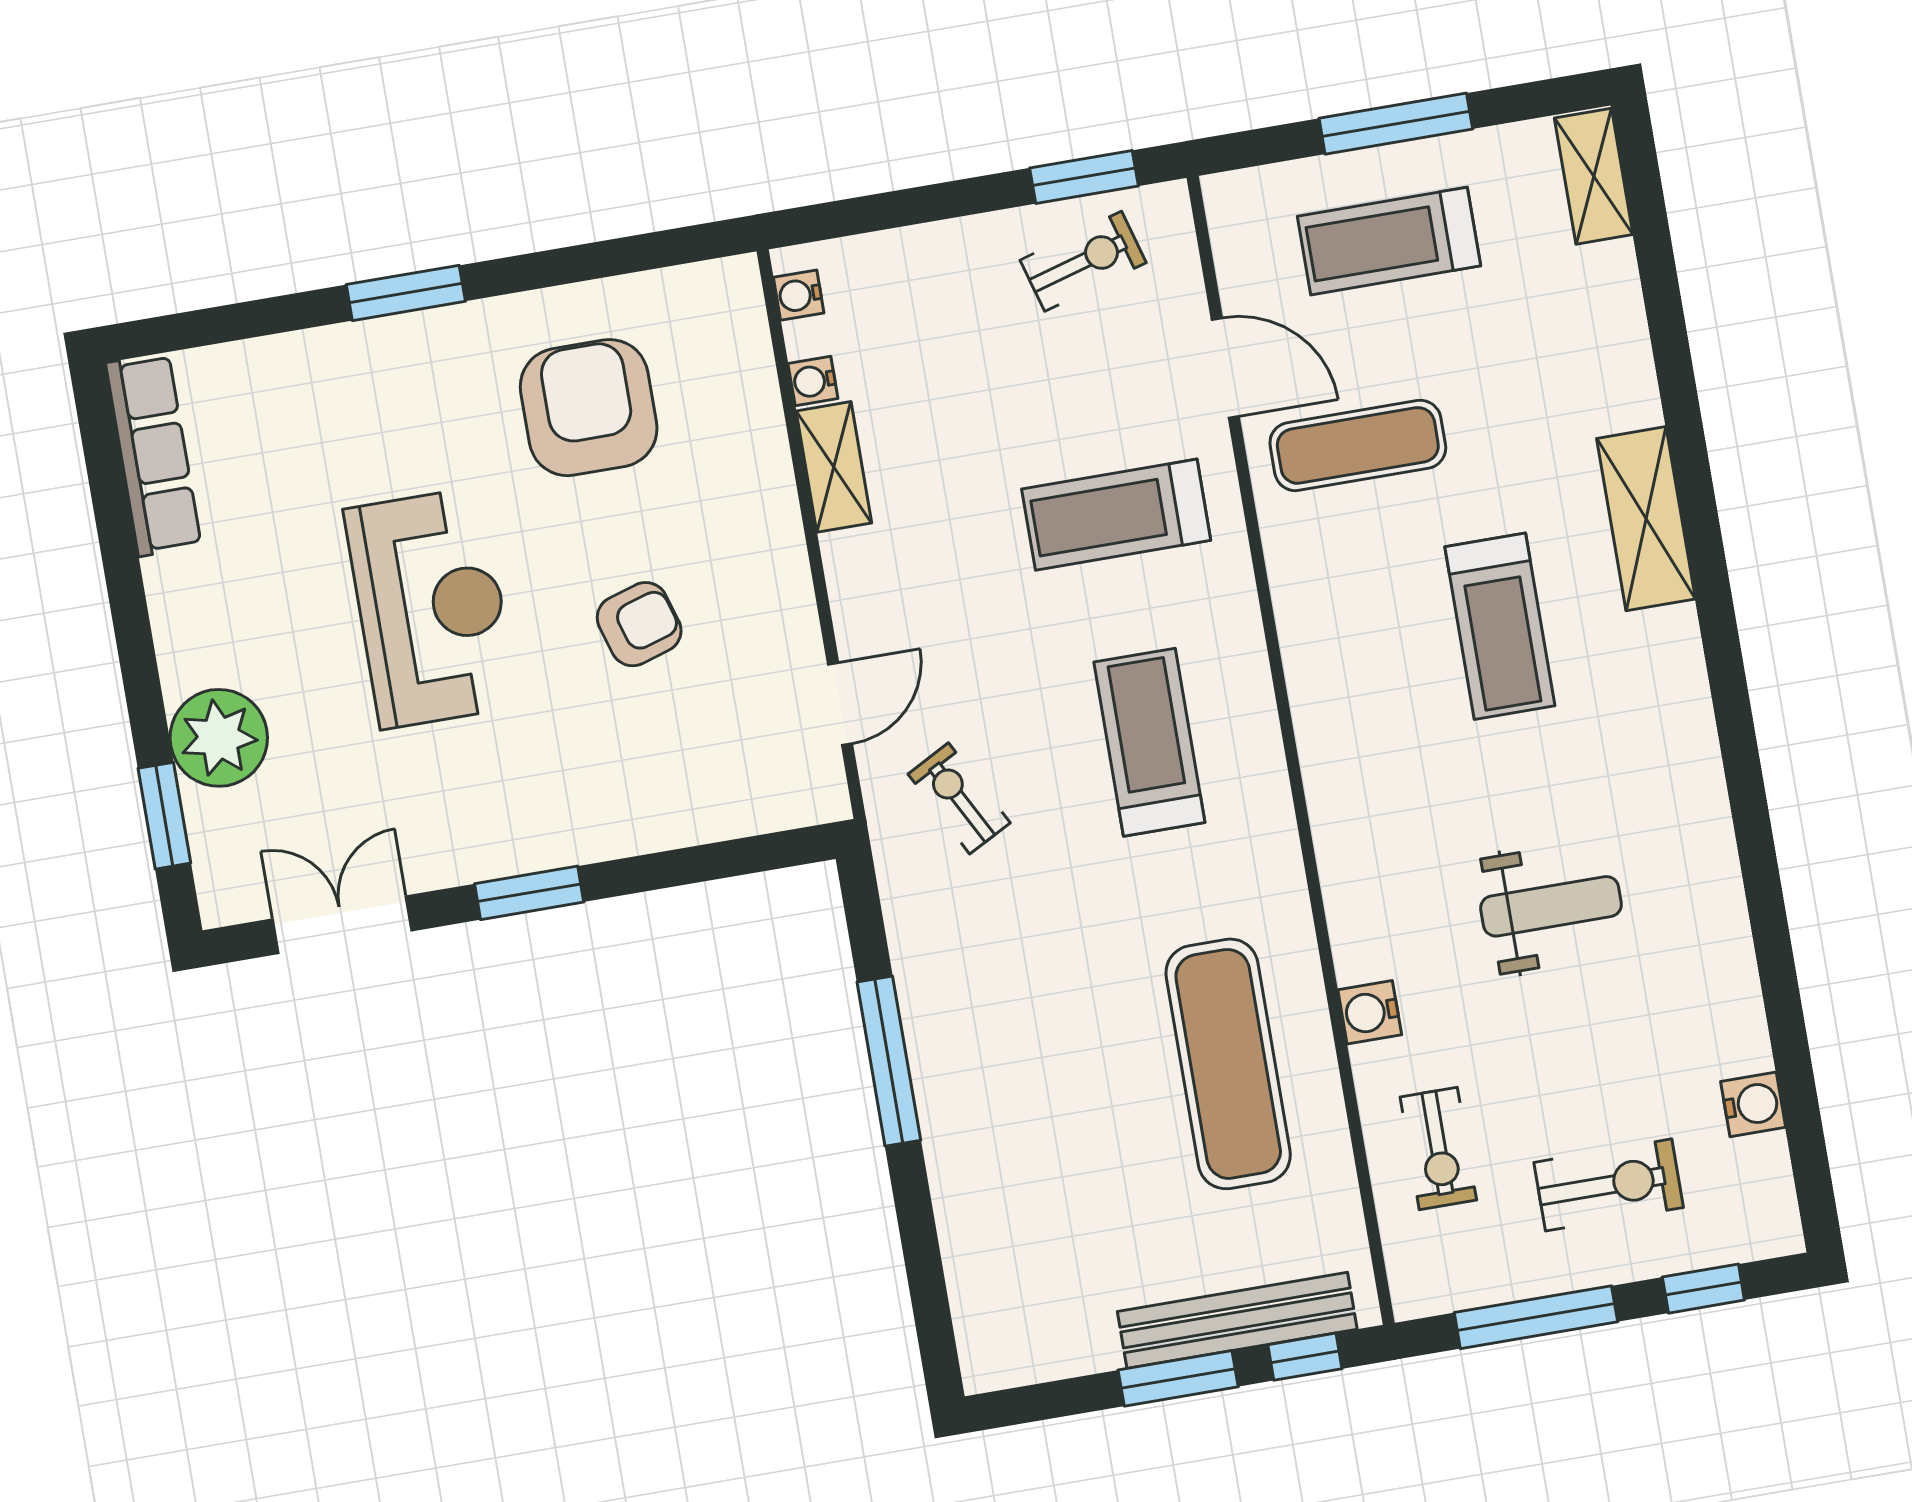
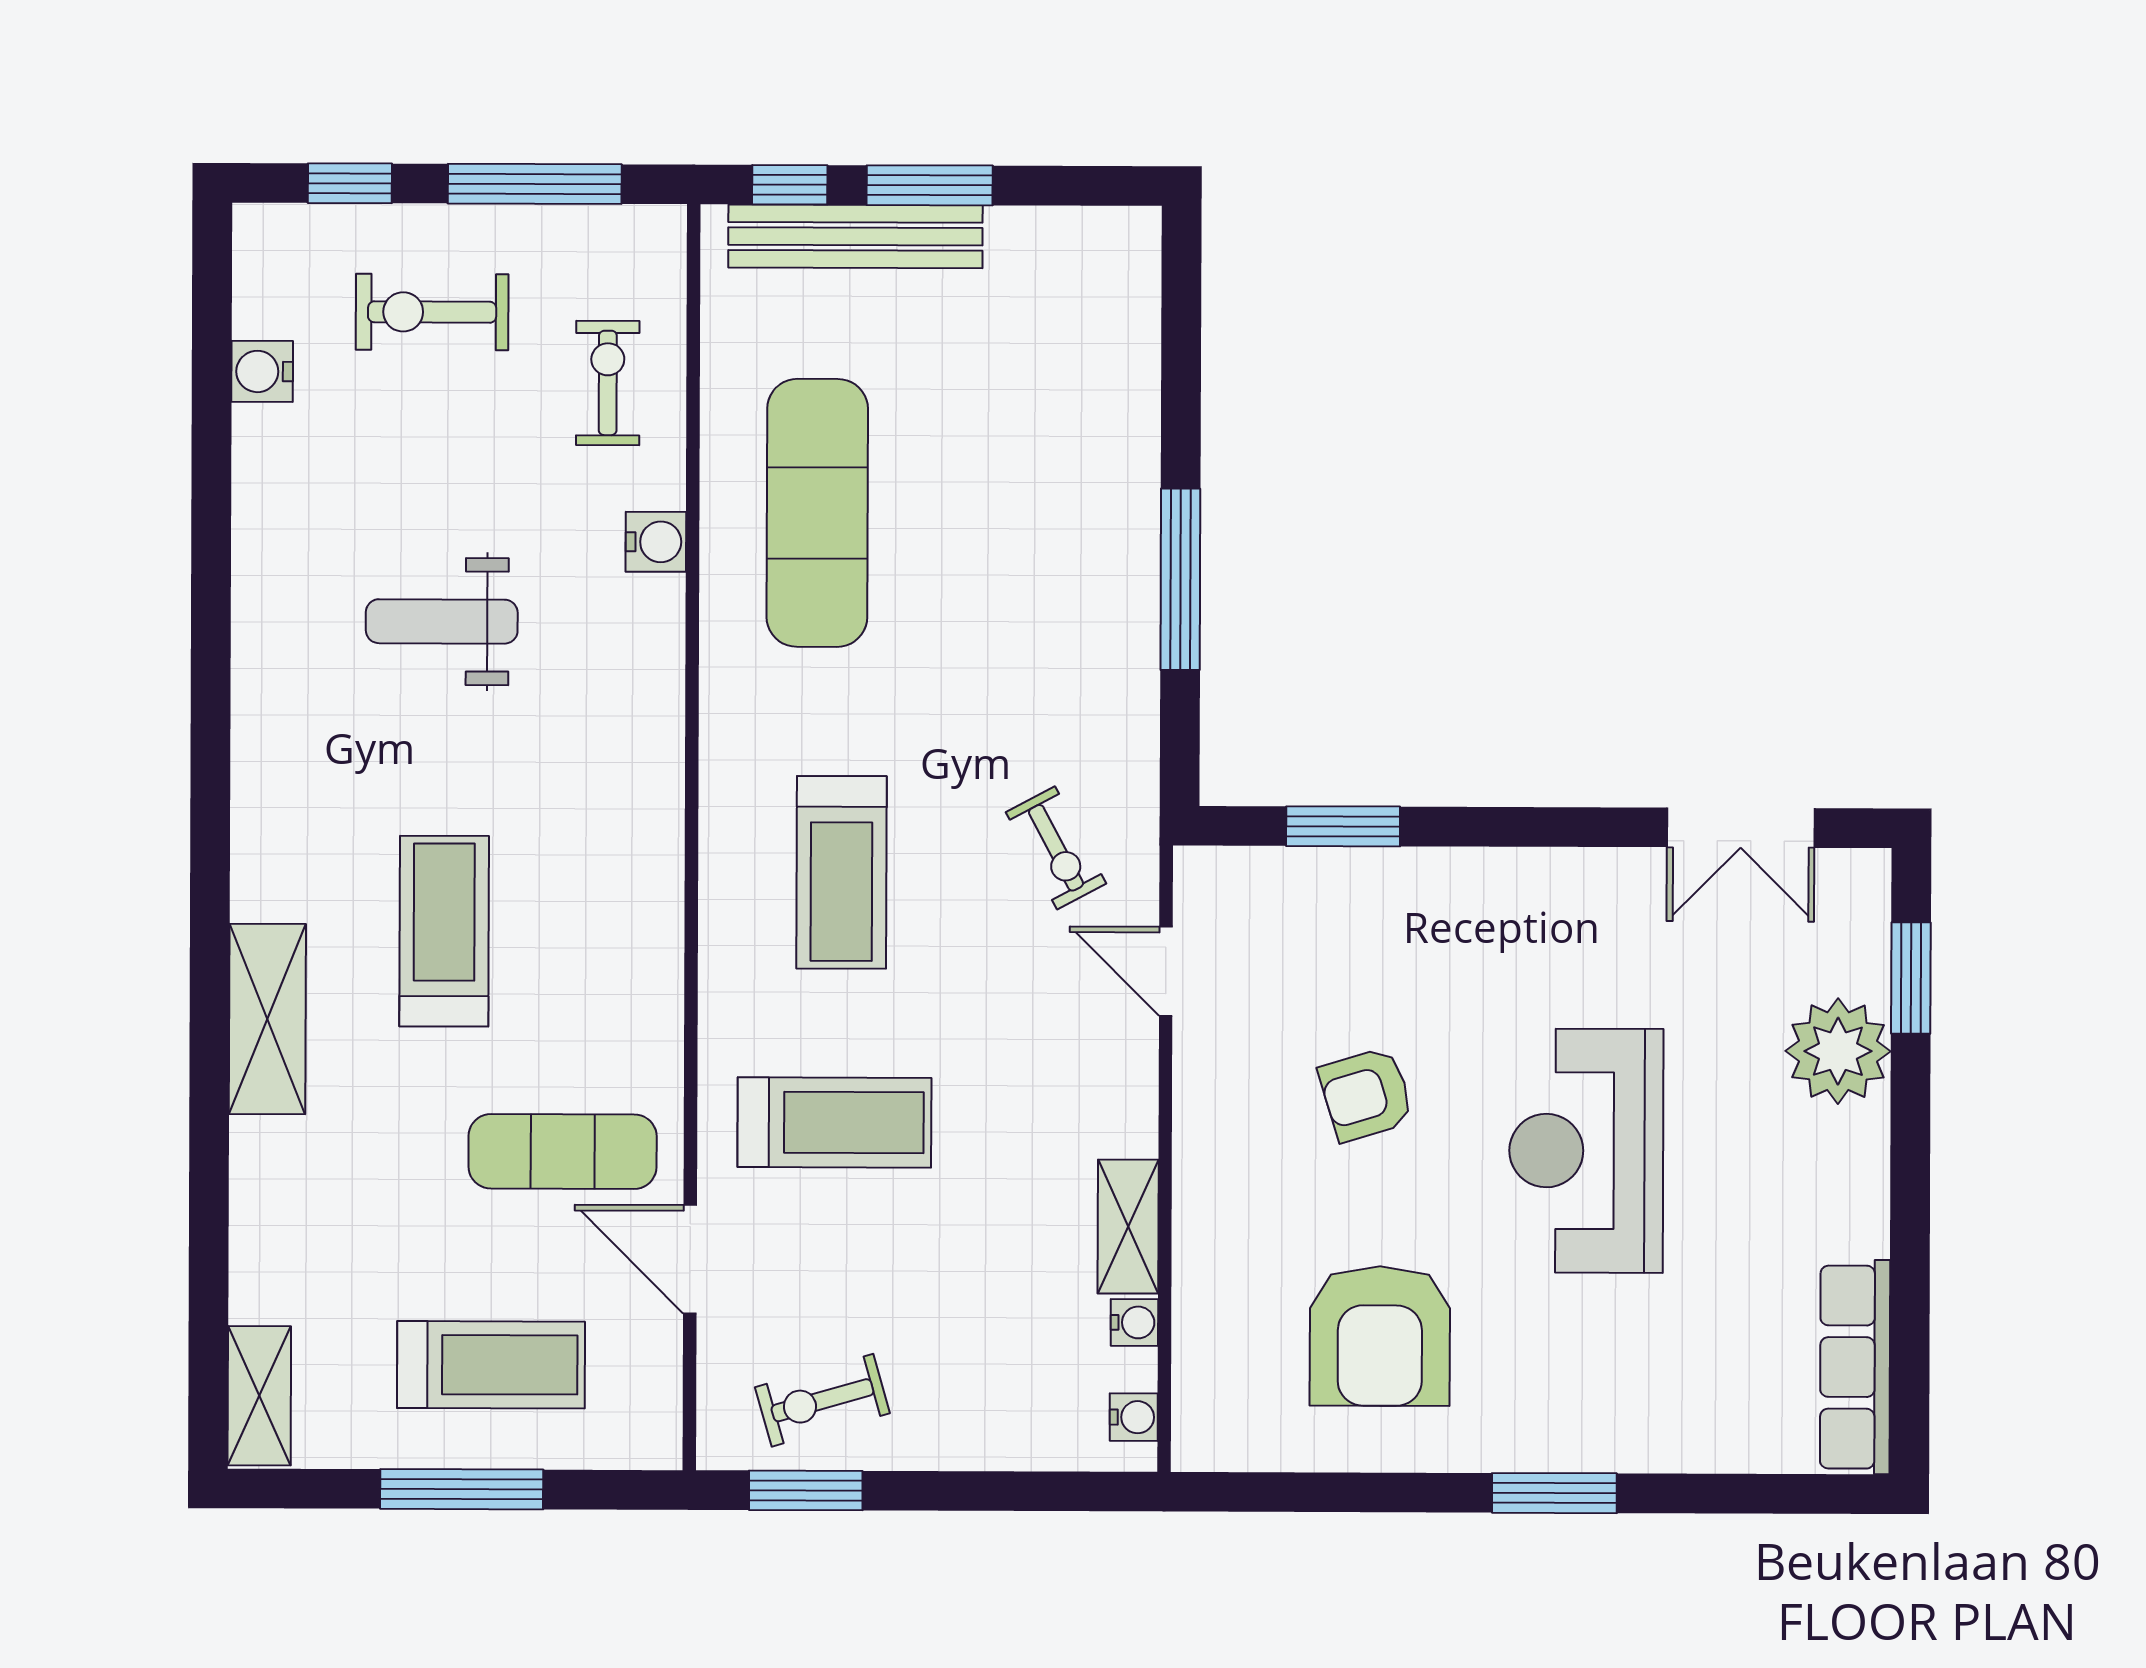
door: (840, 704) -> (1166, 971), hinge flipped
window: (529, 893) -> (1343, 826), moved

